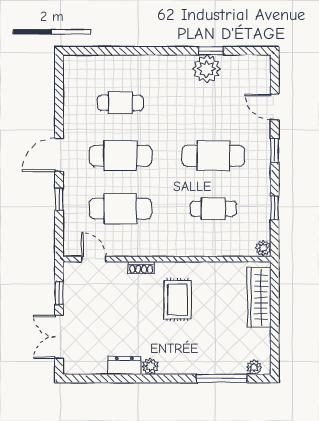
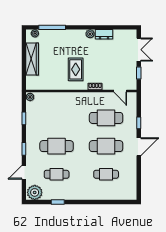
plant: (207, 69) -> (35, 192), moved
door: (275, 107) -> (24, 172), swing flipped
cafe table: (213, 209) -> (57, 174), moved
wardrobe: (259, 297) -> (32, 59), moved

